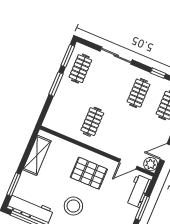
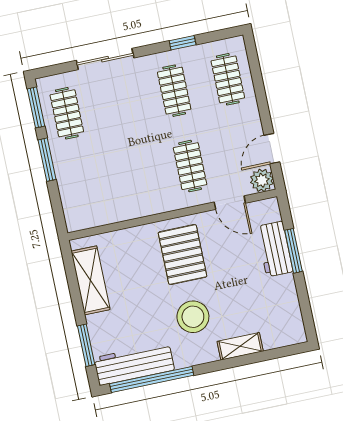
clothes rail: (92, 122) -> (190, 166), moved
door: (128, 164) -> (230, 203), hinge flipped
pallet: (89, 173) -> (182, 255), turned 90
workbench: (138, 191) -> (275, 249), moved

